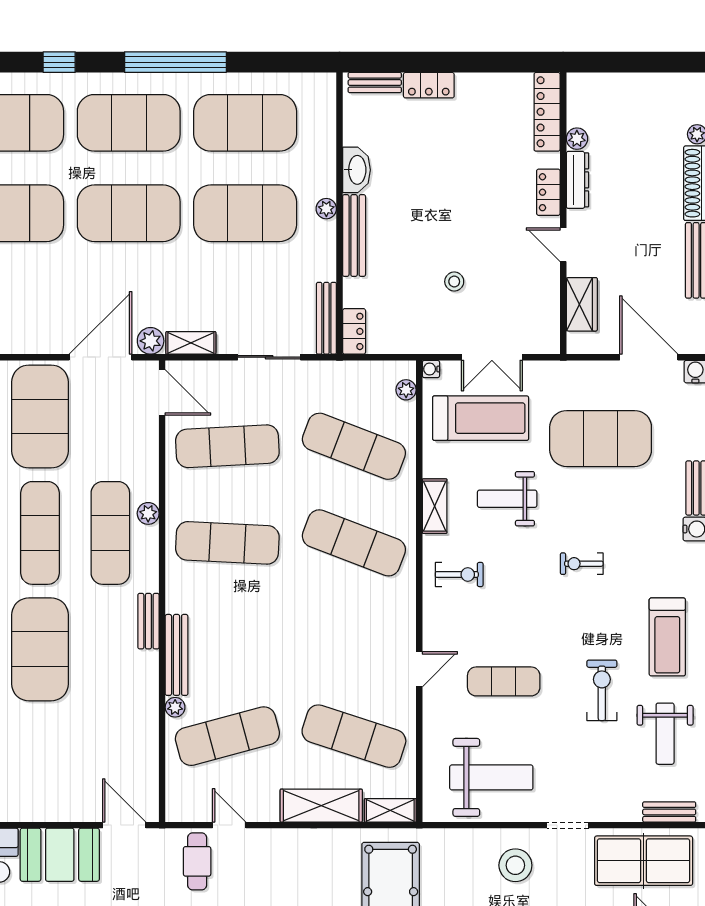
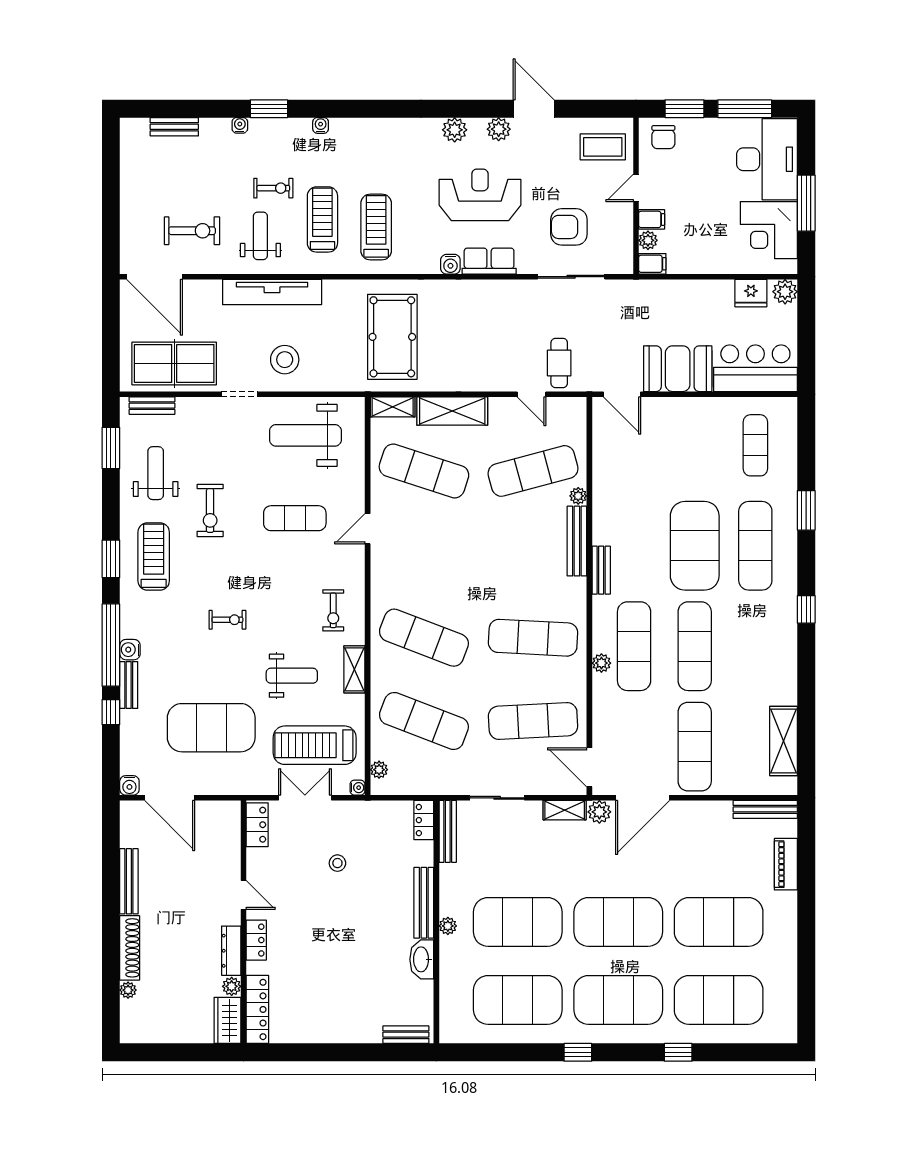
window: (175, 62) -> (578, 1052), width x0.32
locker: (429, 85) -> (257, 825), moved, turned 90
wardrobe: (582, 304) -> (227, 1020), moved
exercise mat: (40, 417) -> (695, 747), width x0.68
exercise bike: (459, 574) -> (333, 610), turned -90

